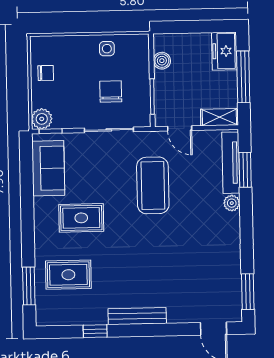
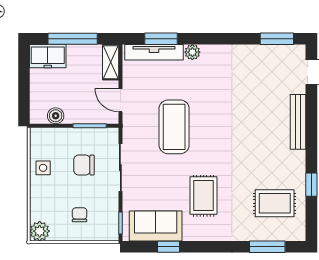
chair: (46, 73) -> (80, 215), moved
plant: (42, 119) -> (40, 231), moved
door: (180, 128) -> (120, 100), swing flipped
window: (27, 182) -> (168, 247), added
coffee table: (153, 185) -> (174, 127), turned 90
rug: (68, 275) -> (275, 203), moved, turned 90
bench: (137, 316) -> (298, 122), moved

